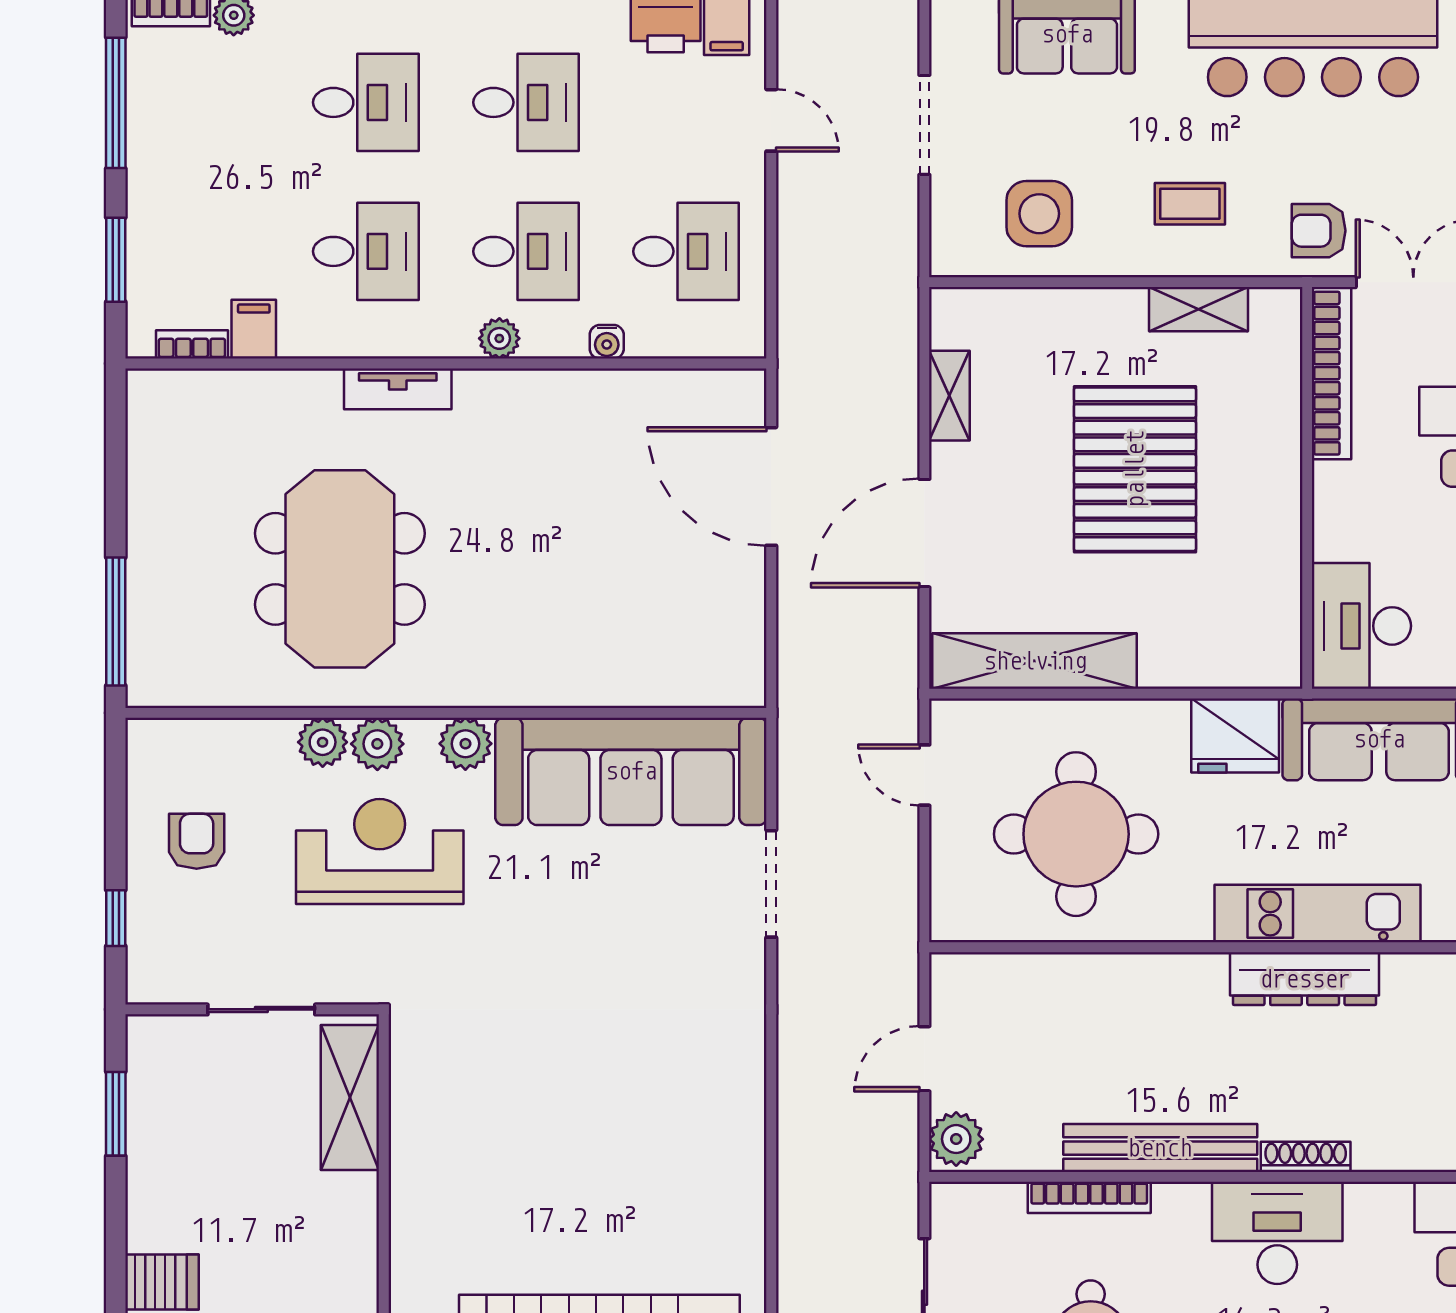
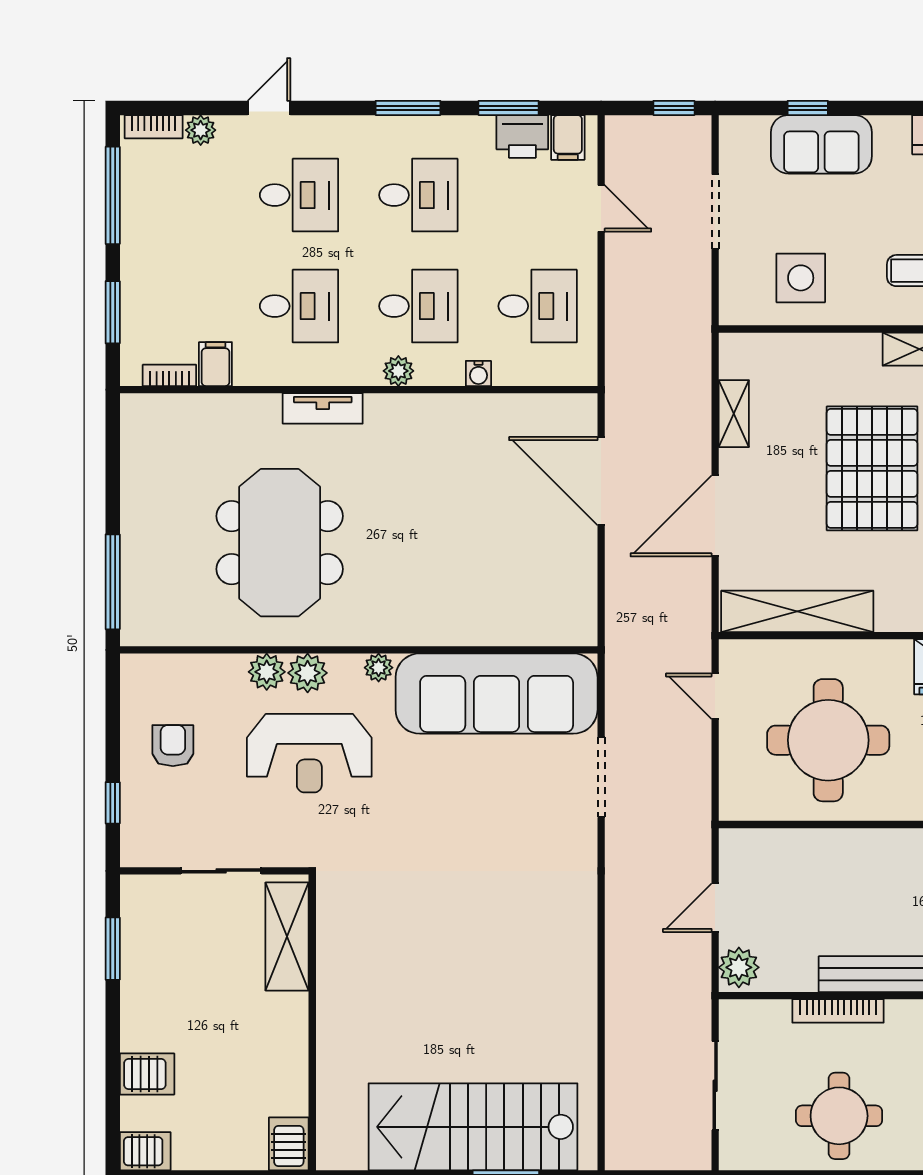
plant: (465, 744) -> (379, 668), width x0.73, depth x0.73
reception desk: (380, 852) -> (309, 753), turned 180

